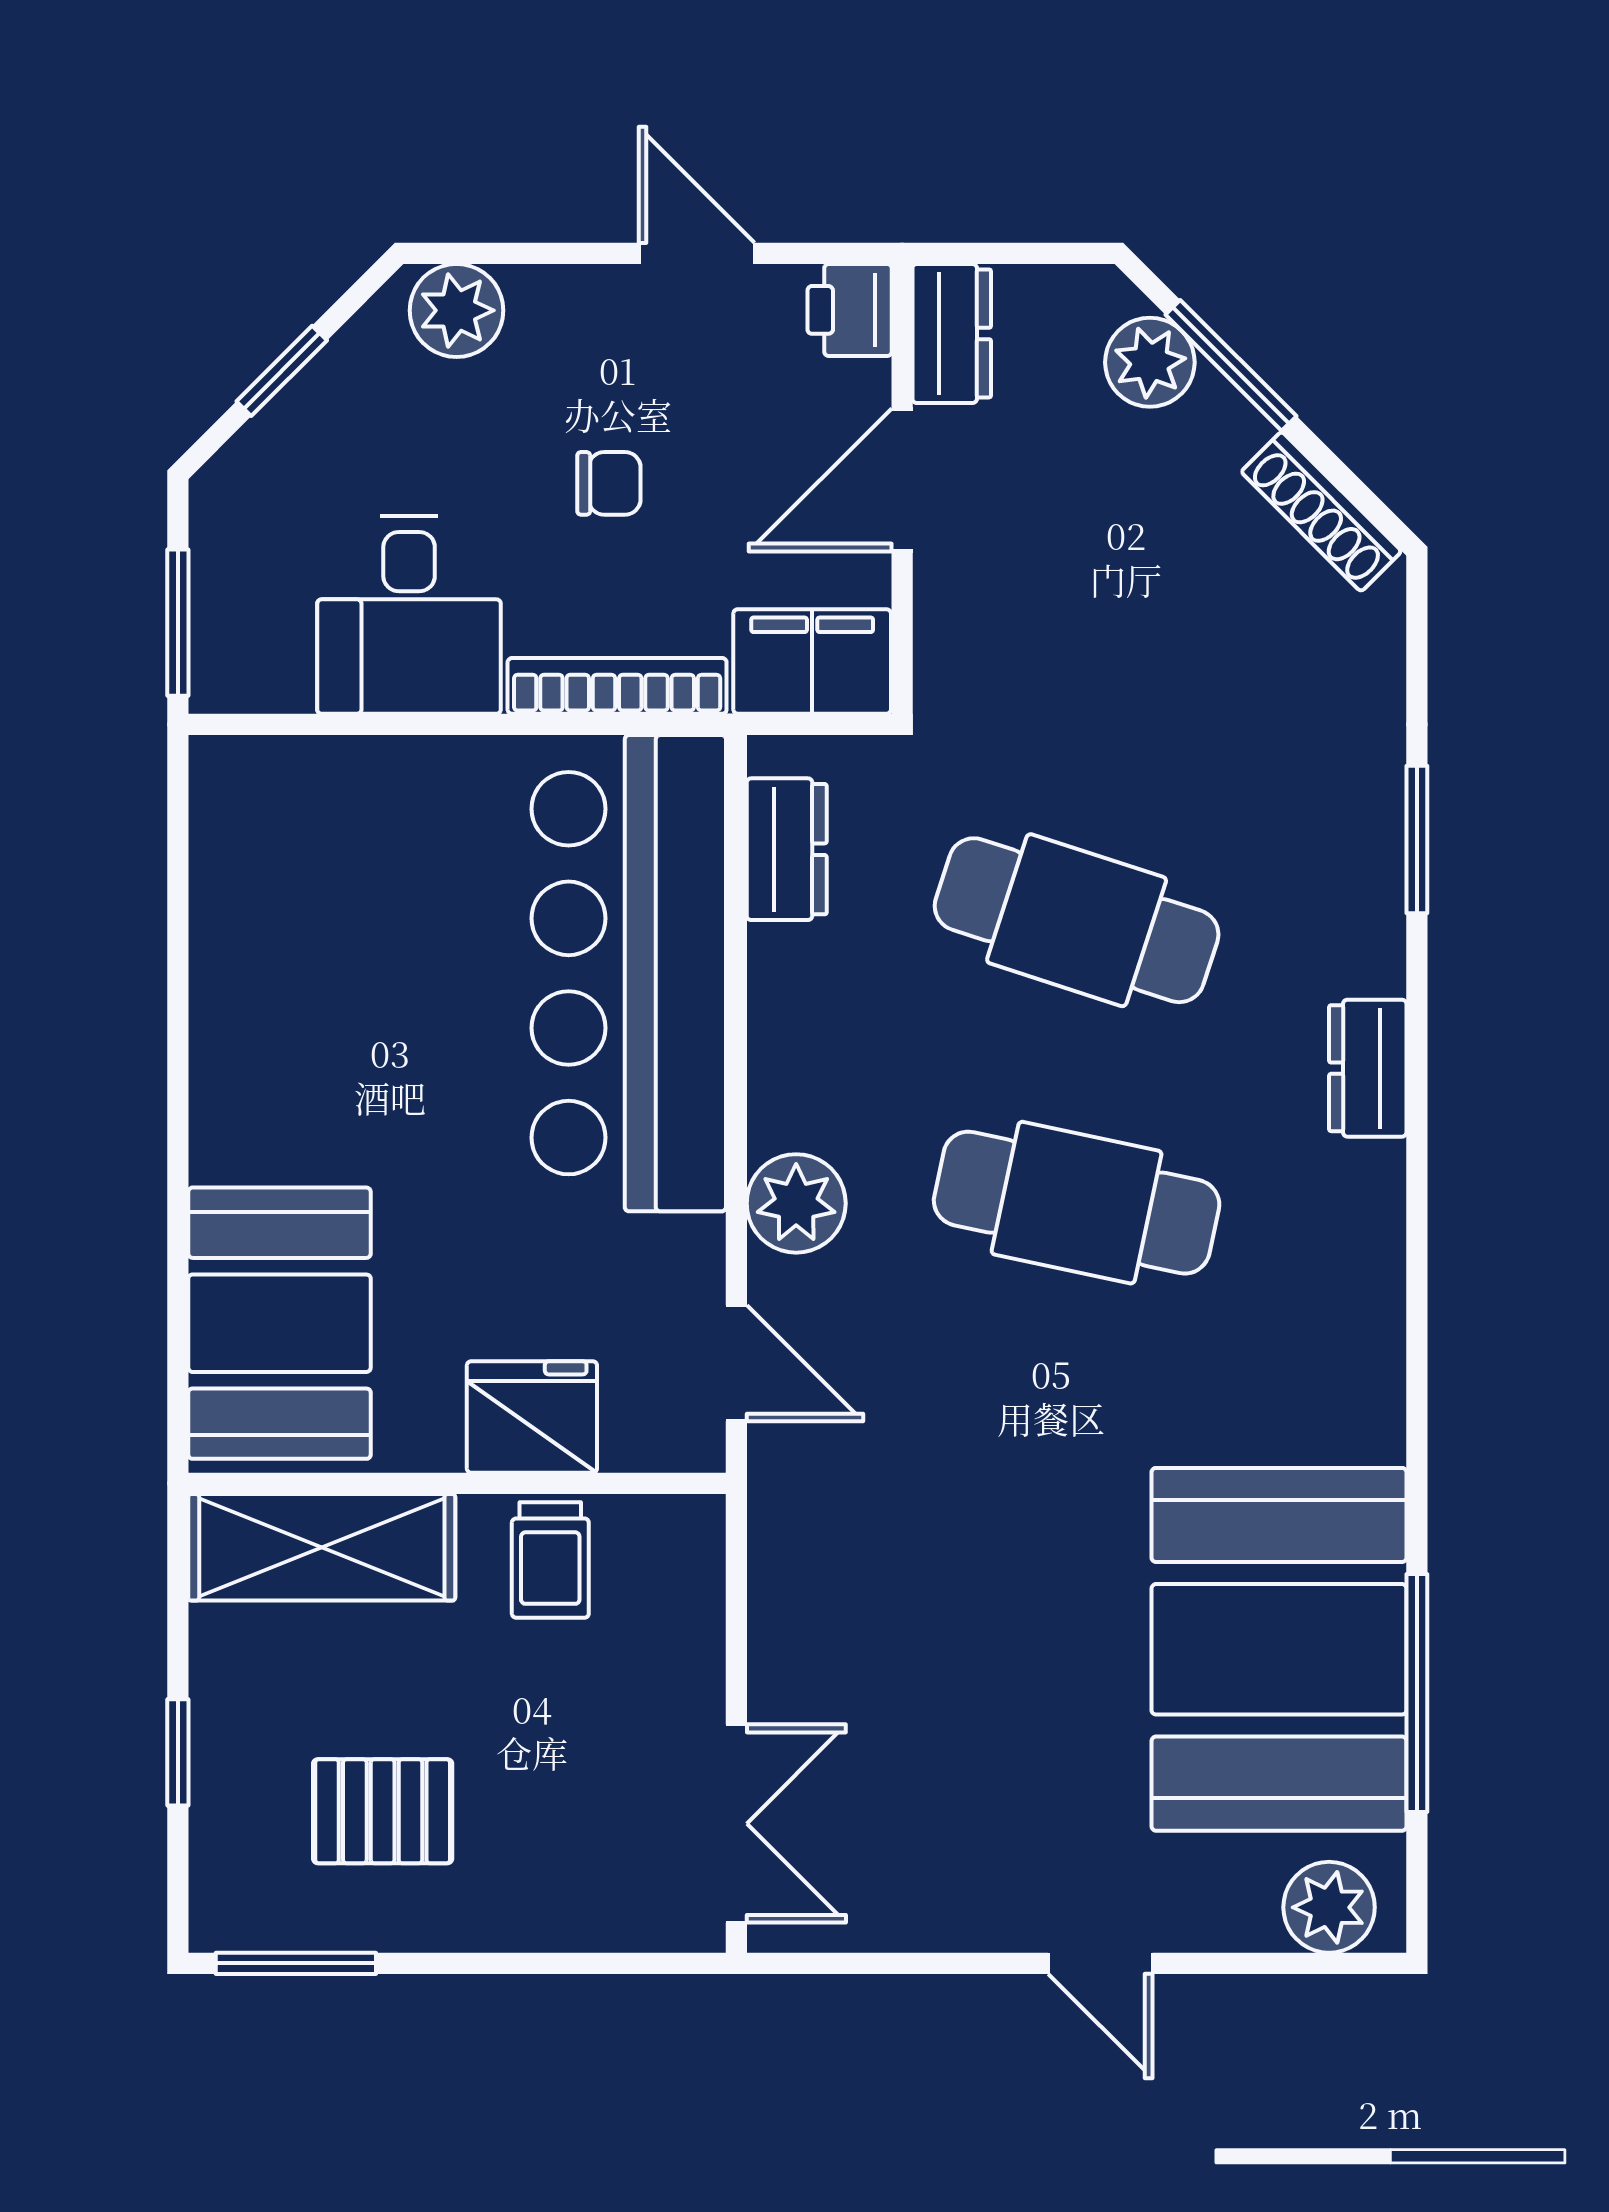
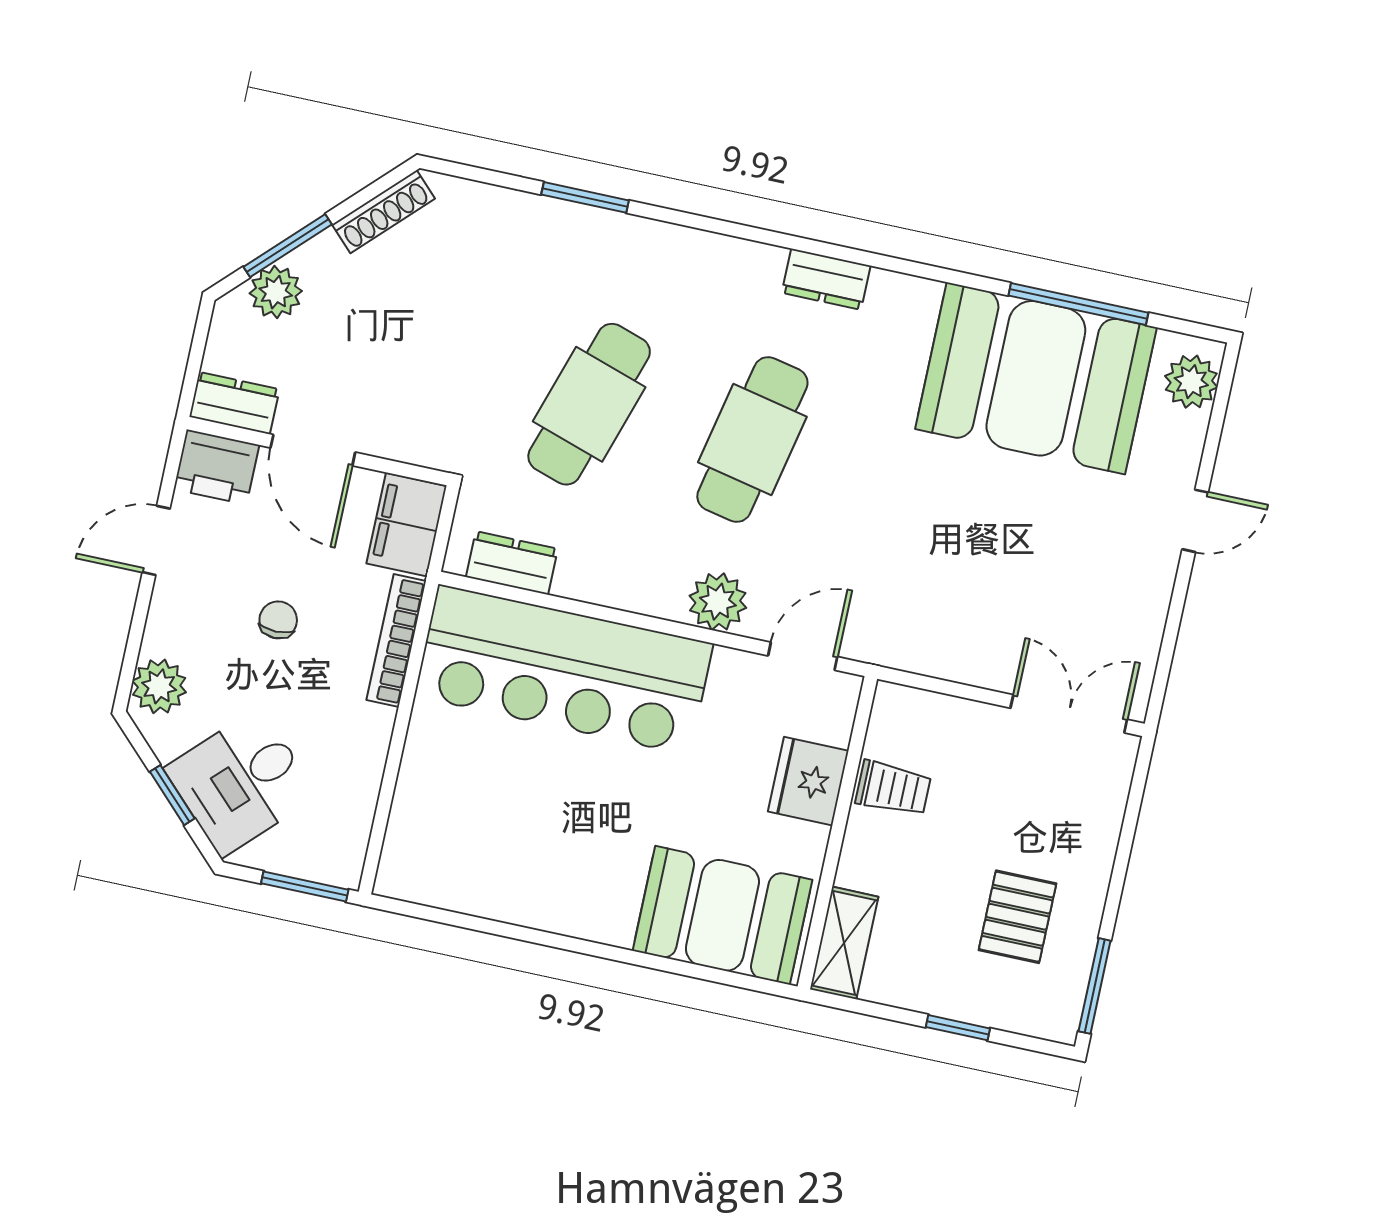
printer: (850, 310) -> (216, 467), width x1.36, depth x1.24
desk: (409, 615) -> (241, 782), moved, turned 135
dresser: (1368, 1068) -> (826, 279), moved
shelving: (322, 1547) -> (844, 943), width x0.67, depth x0.75

